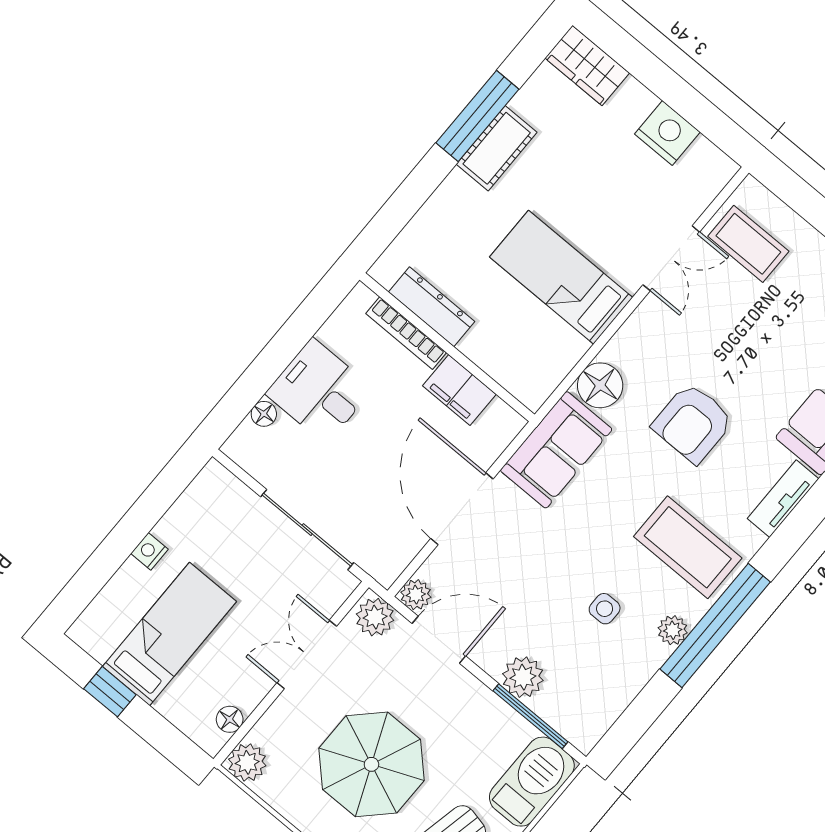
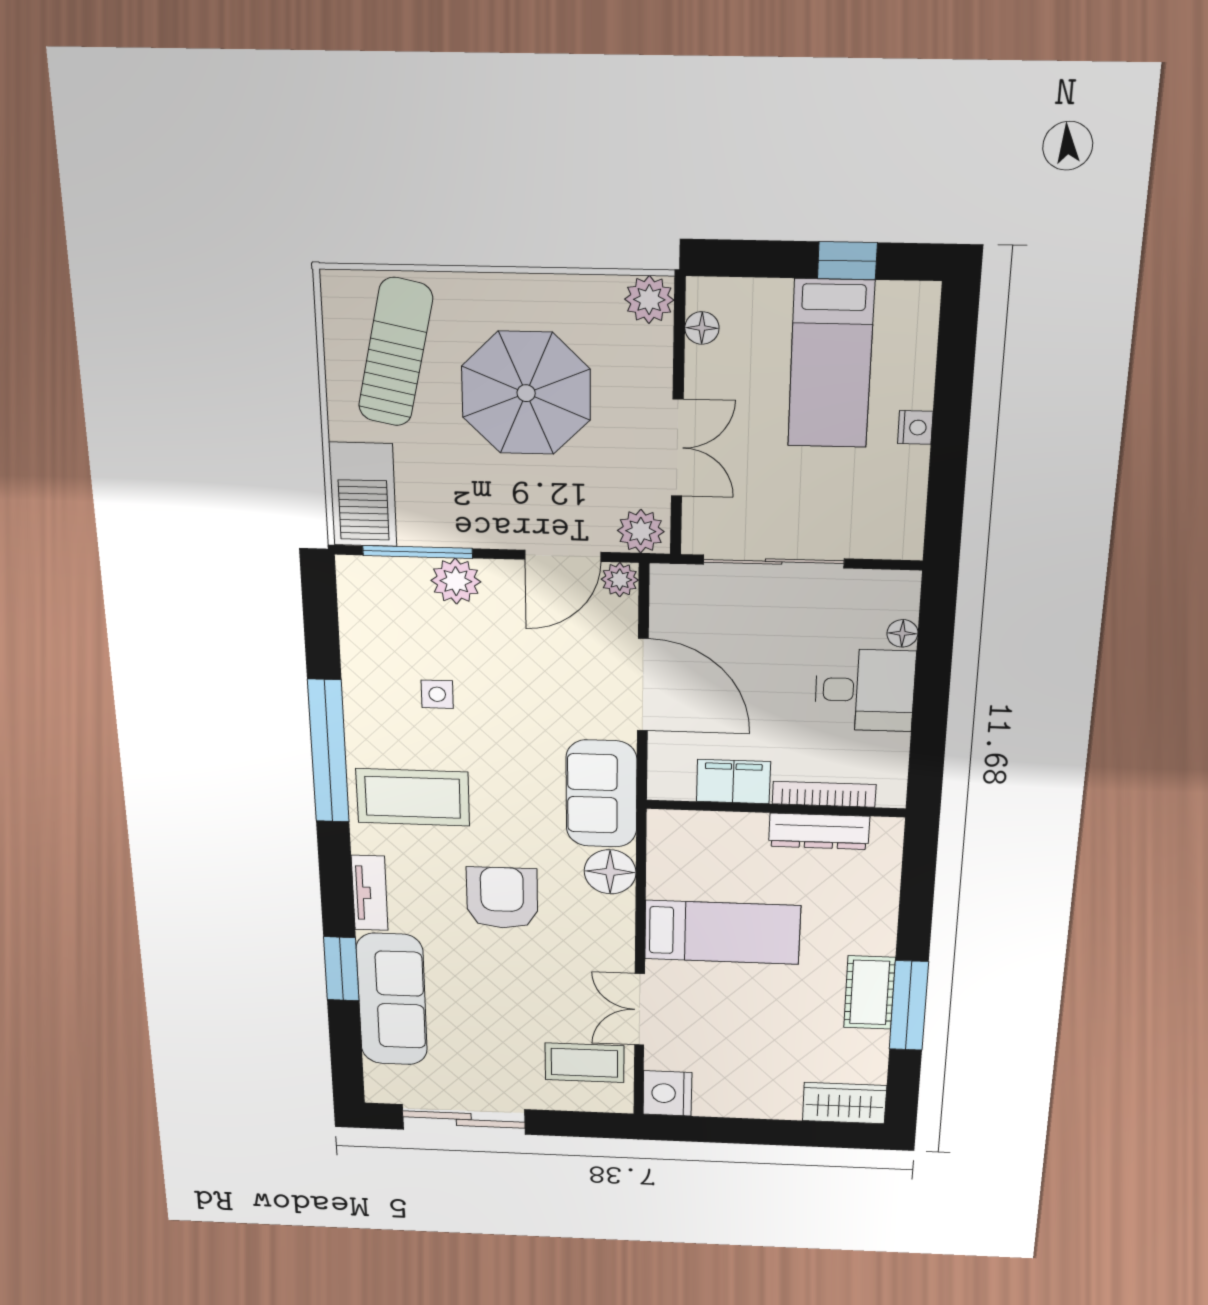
nightstand: (667, 133) -> (667, 1093), moved, turned 90
plant: (673, 630) -> (361, 720), removed

